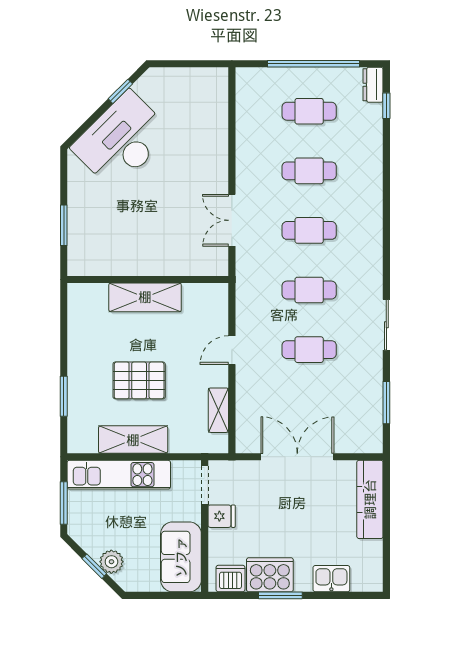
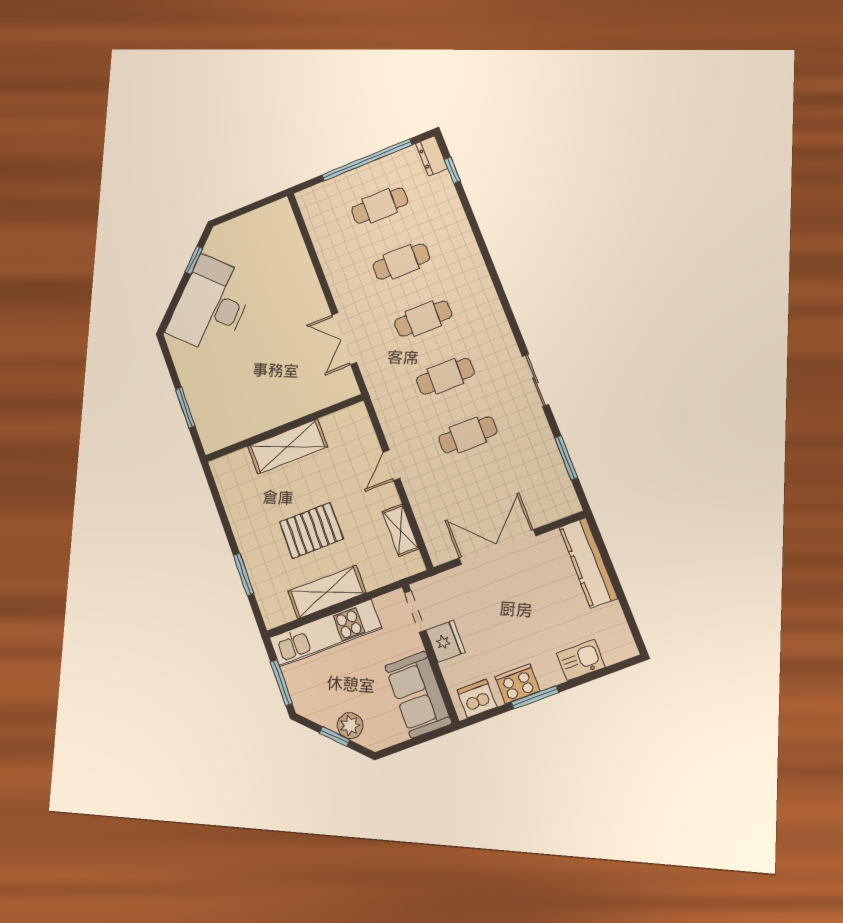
fridge: (222, 516) -> (445, 641), width x1.38
cooker: (270, 575) -> (517, 684), width x0.73, depth x0.76

